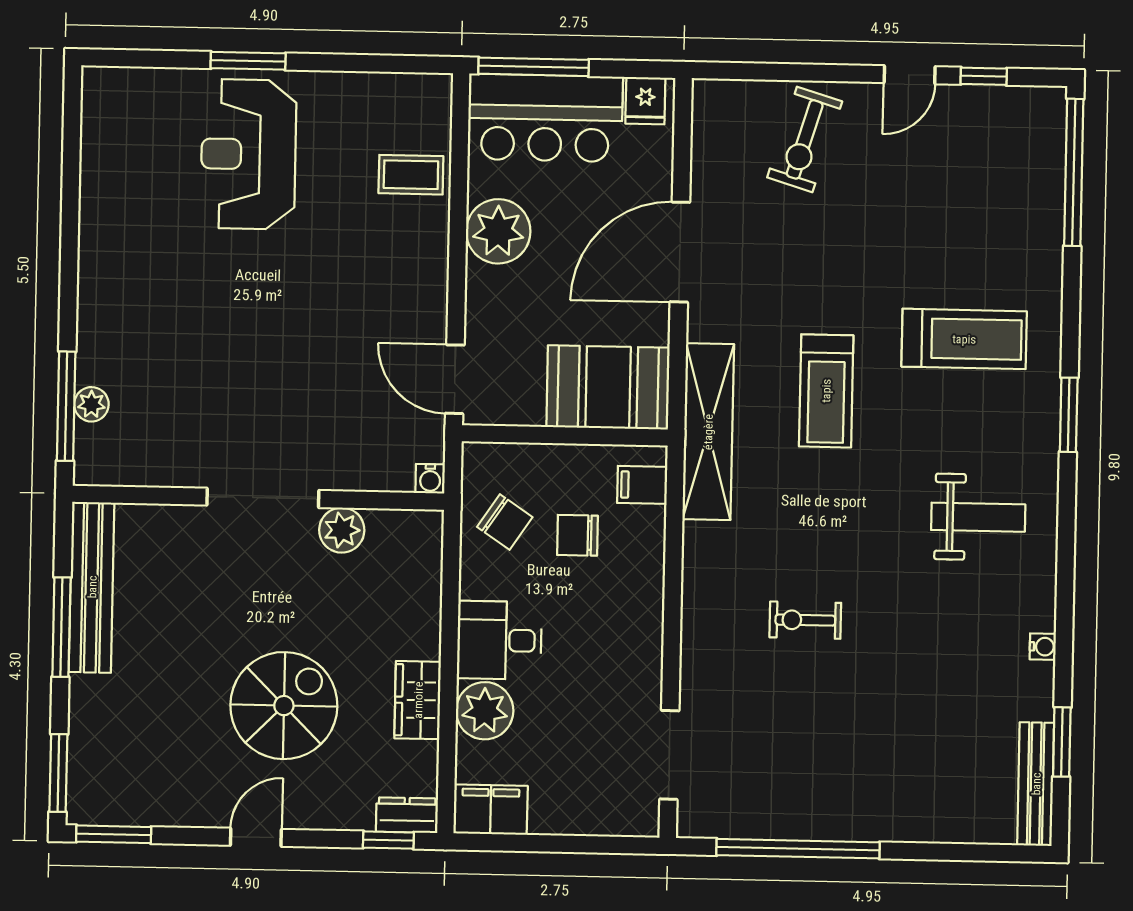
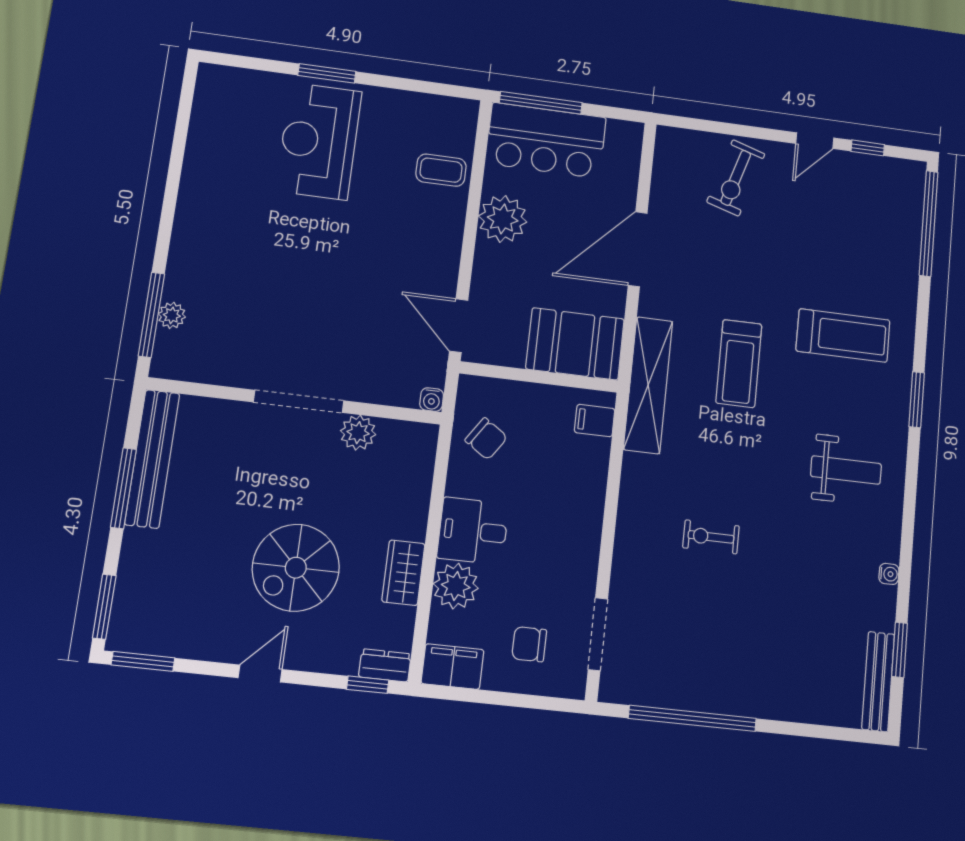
fridge: (645, 101) -> (621, 137), removed
chair: (577, 535) -> (529, 644), moved
spiral stairs: (284, 706) -> (296, 568), turned 180

